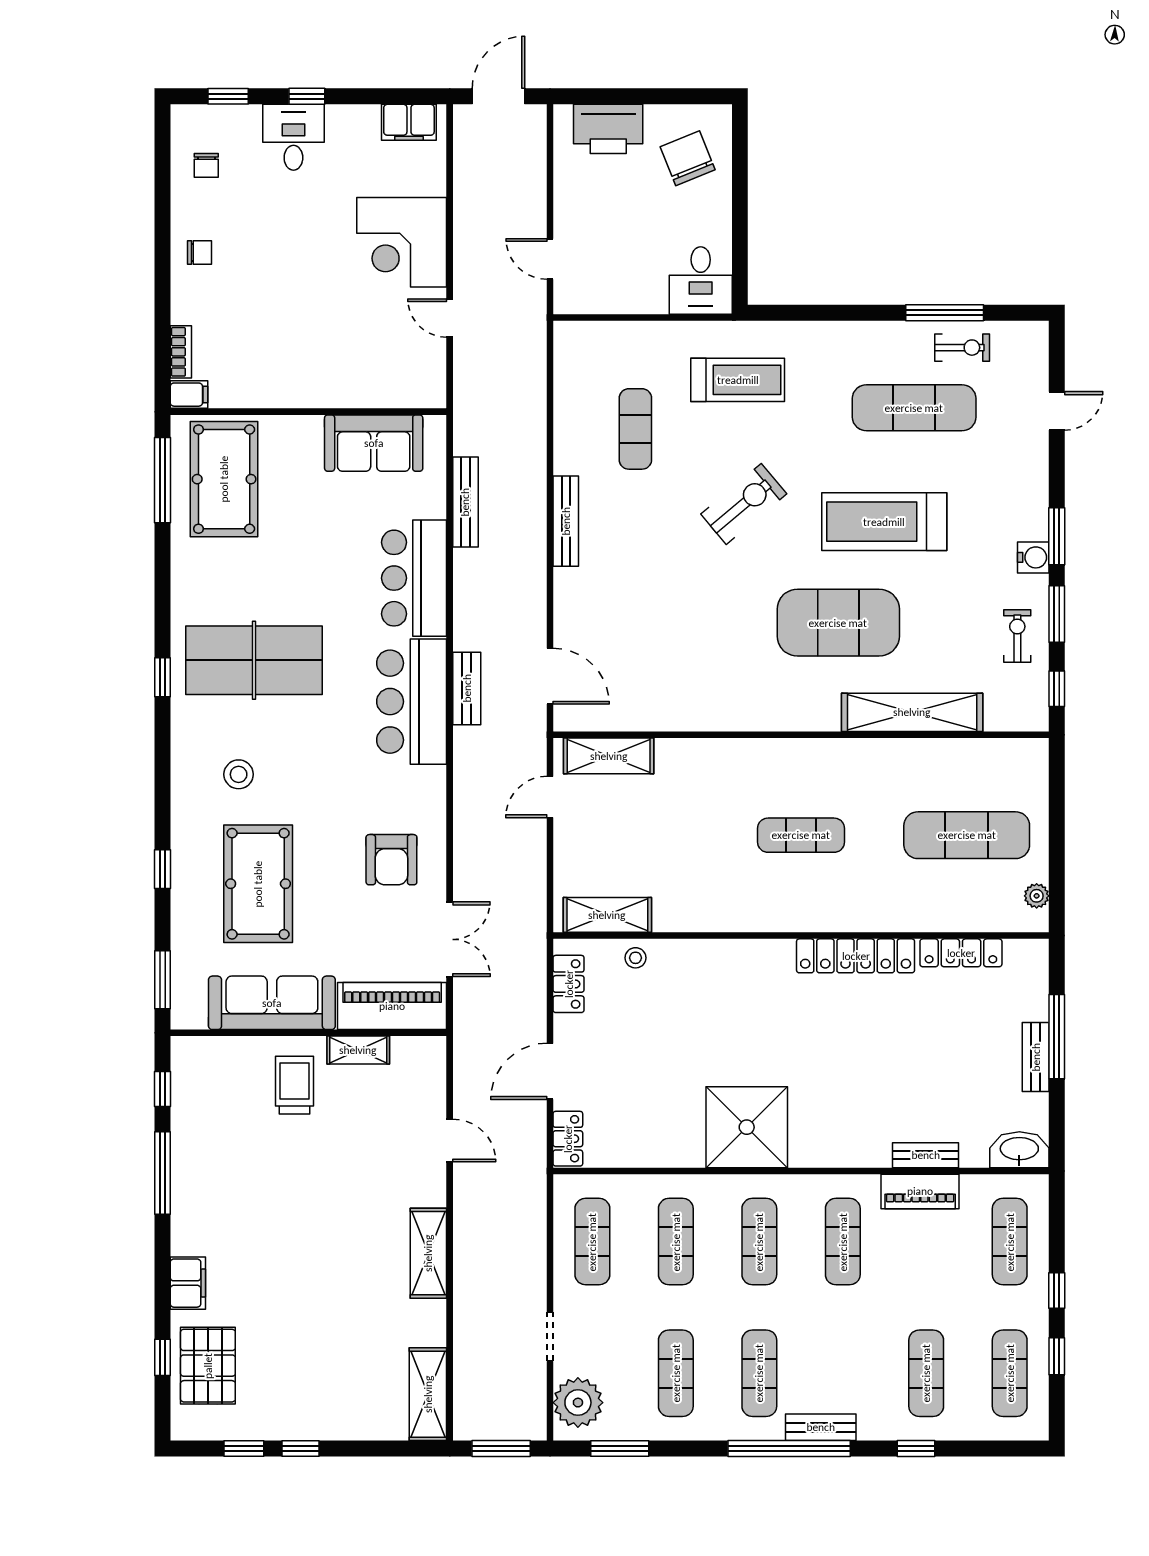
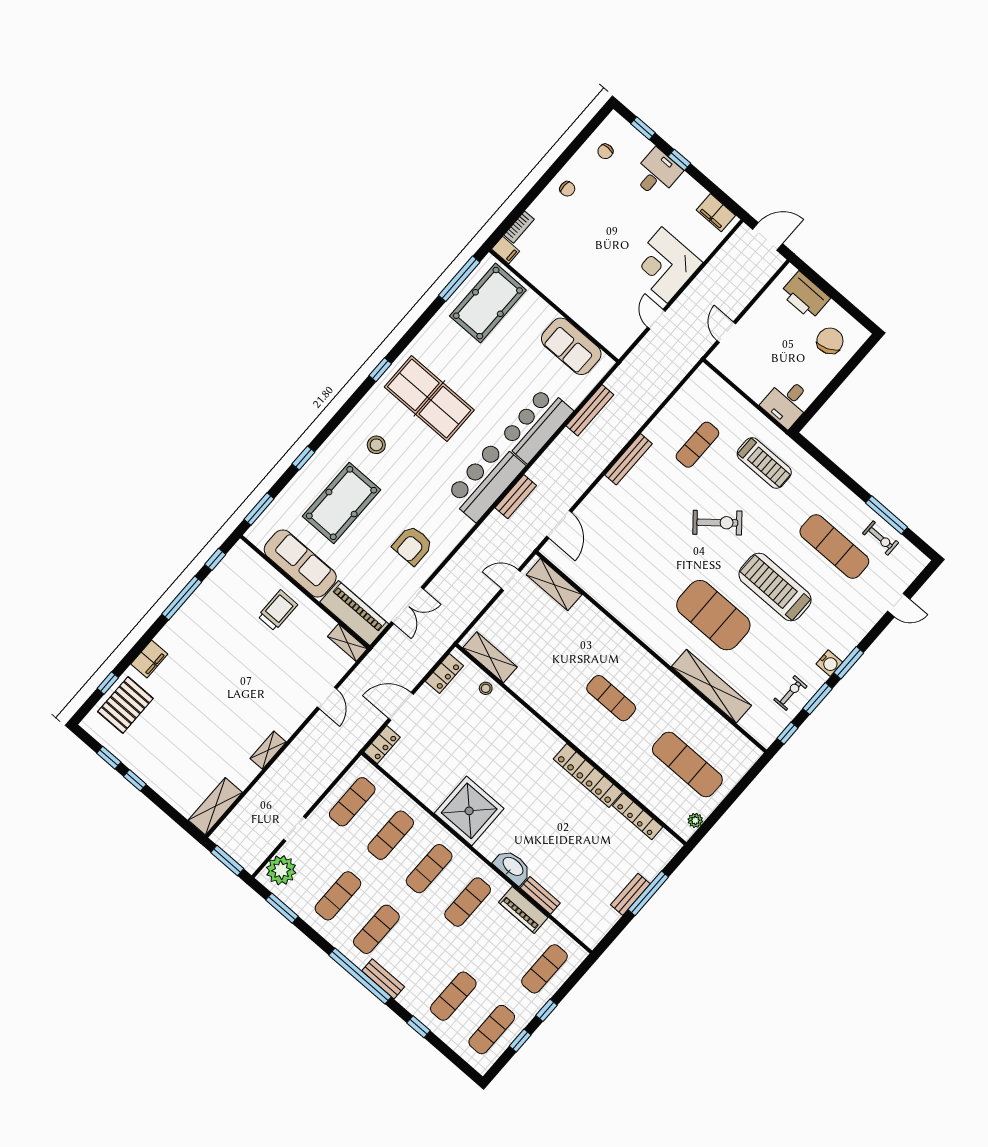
shelving: (358, 1050) -> (347, 643), moved
washbasin: (1019, 1150) -> (513, 867), moved
shelving: (428, 1253) -> (268, 750), width x0.67, depth x0.75

